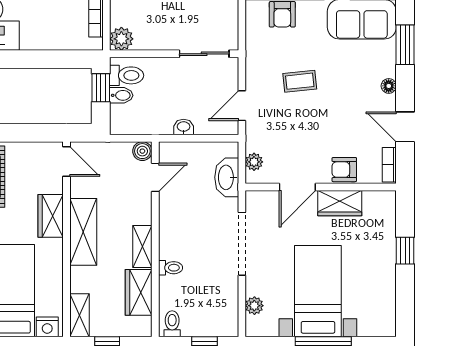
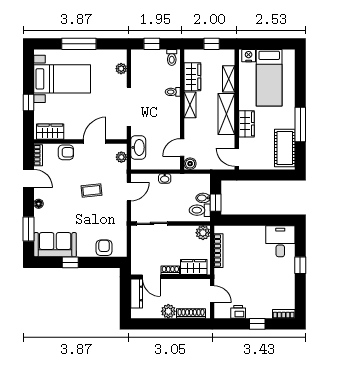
coffee table: (300, 81) -> (92, 191), moved
wardrobe: (340, 203) -> (50, 132), moved
bed with nightstands: (318, 291) -> (62, 79), moved, turned -90
shelving: (79, 315) -> (229, 79), moved

